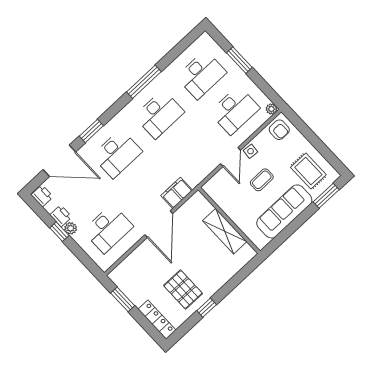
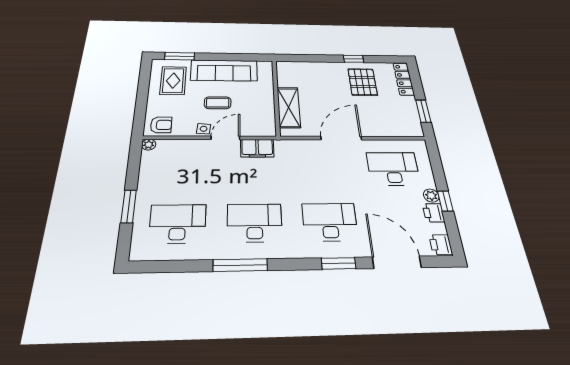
desk: (235, 110) -> (181, 169), removed
armchair: (279, 130) -> (161, 125), turned 90
filing cabinet: (177, 193) -> (257, 148), moved
shelving: (225, 231) -> (289, 107), moved

